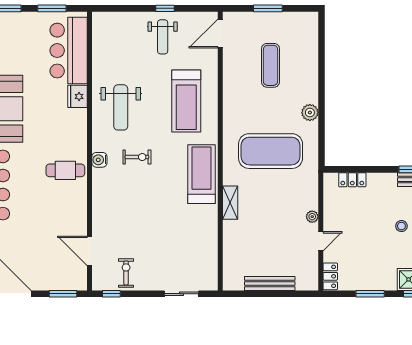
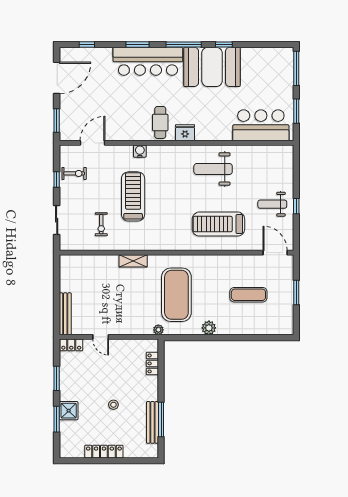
fridge: (77, 96) -> (185, 133), moved
exercise bike: (137, 157) -> (101, 224), moved
water cooler: (99, 160) -> (140, 151), moved
treadmill: (202, 174) -> (133, 196), moved, turned -90
plant: (312, 217) -> (158, 330), moved
bench: (270, 283) -> (65, 314), moved
window: (111, 294) -> (57, 180), moved

